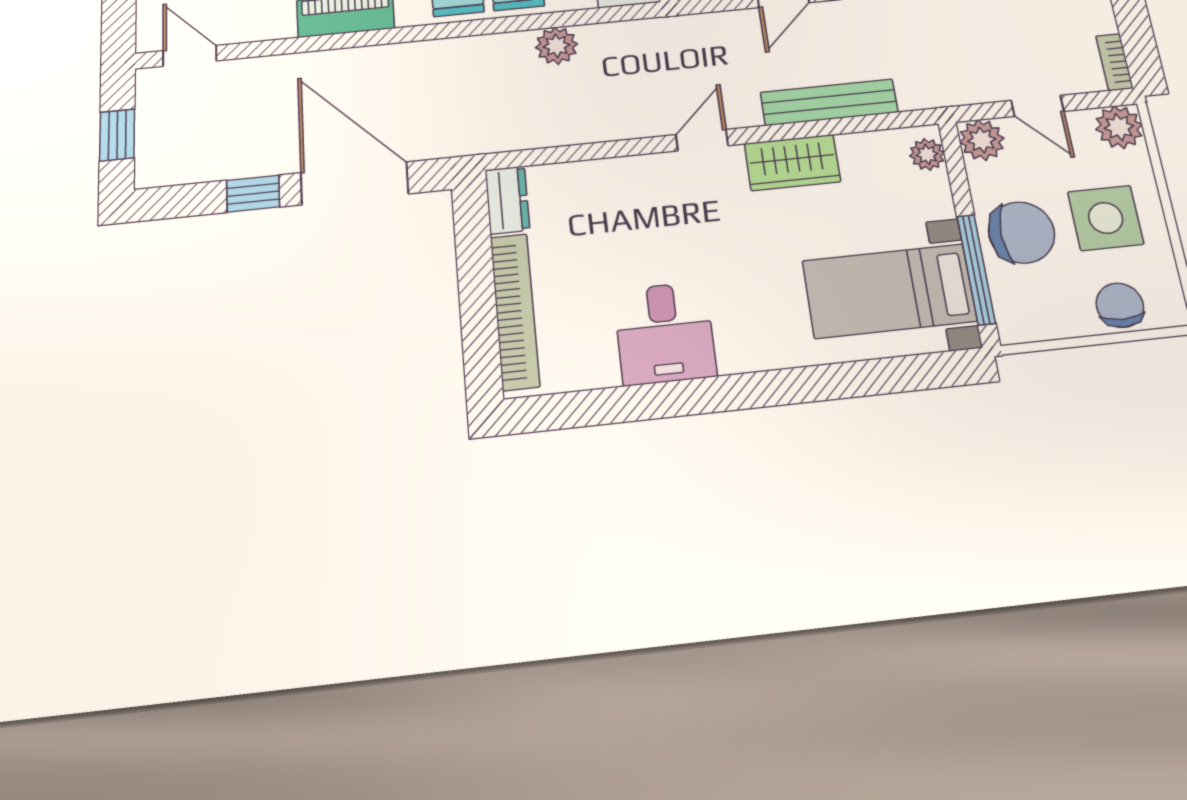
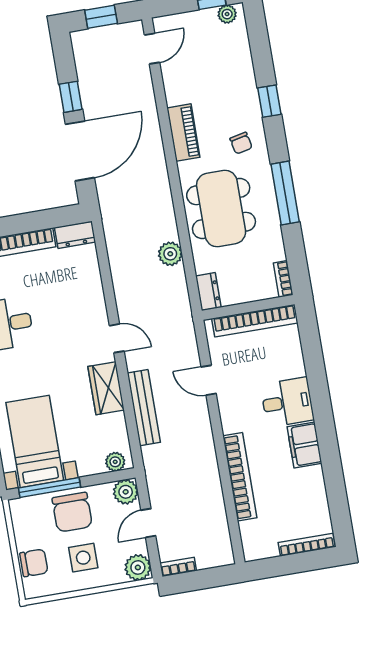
side table: (1106, 218) -> (83, 558), width x0.73, depth x0.73

